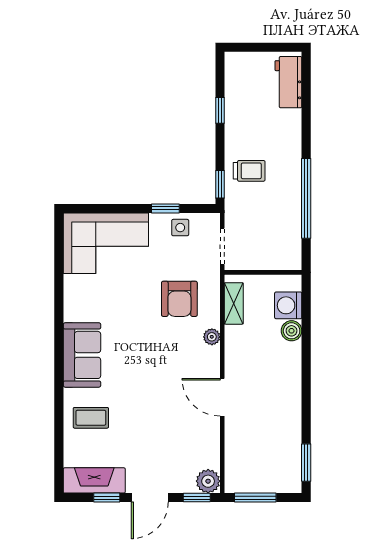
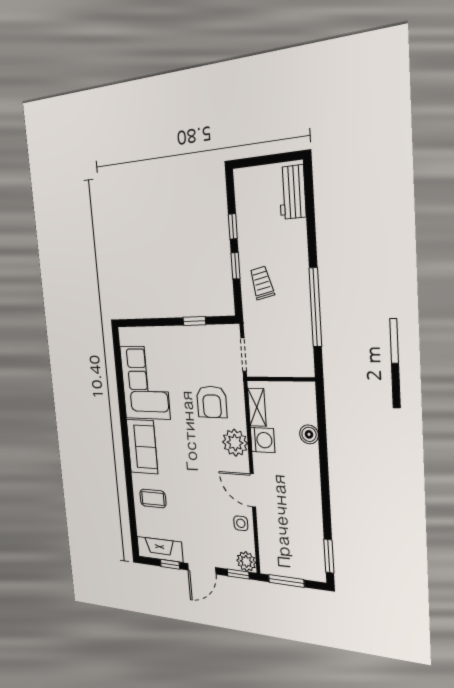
trolley: (249, 171) -> (262, 283), turned -103
window: (220, 184) -> (236, 266), moved
side table: (180, 228) -> (241, 523), moved
corner sofa: (106, 243) -> (145, 383), moved, turned -90
washing machine: (288, 305) -> (263, 440), moved, turned 180
plant: (212, 337) -> (235, 443), width x1.88, depth x1.88

